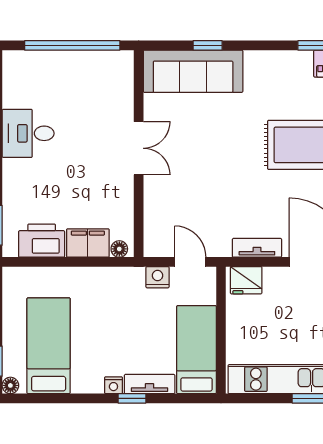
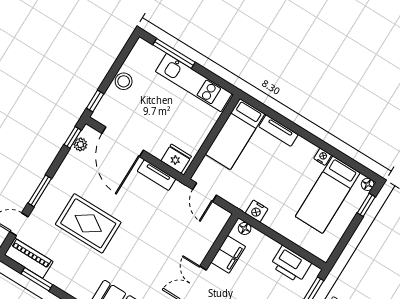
filing cabinet: (88, 243) -> (228, 254), moved, turned -90
nightstand: (158, 277) -> (257, 211), moved
nightstand: (113, 385) -> (323, 157), moved
window: (132, 398) -> (295, 128), removed

